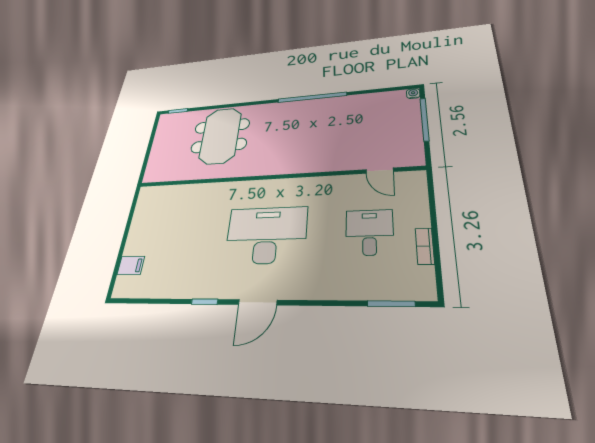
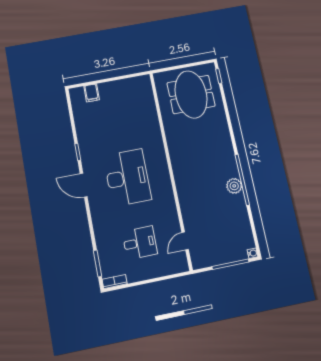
plant: (317, 106) -> (234, 186), added
meeting table: (220, 136) -> (191, 94), moved, turned 90
bookcase: (425, 246) -> (115, 282), moved

